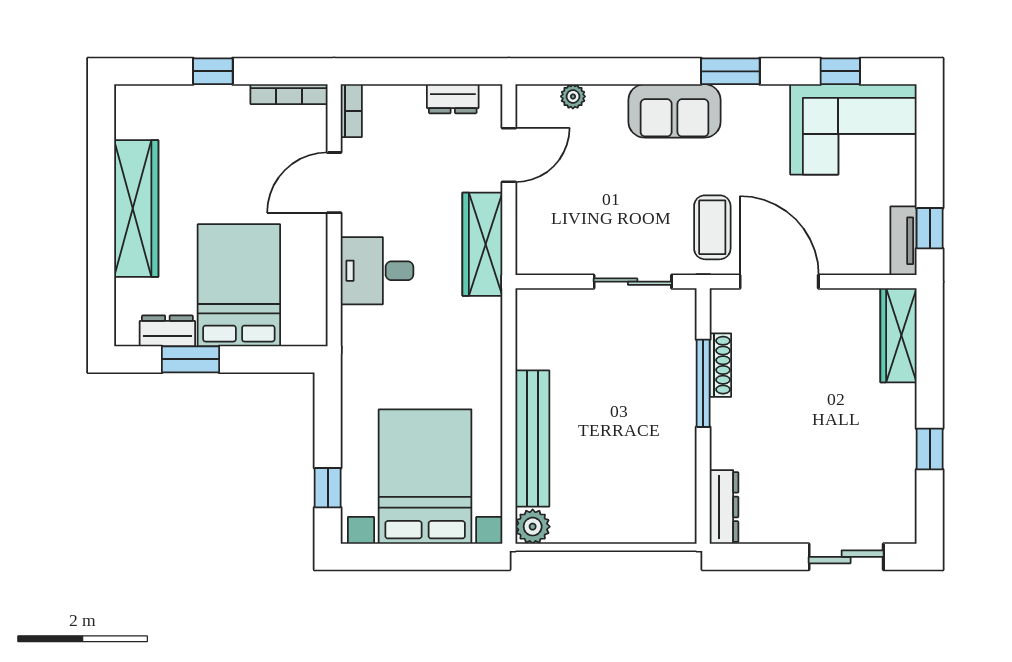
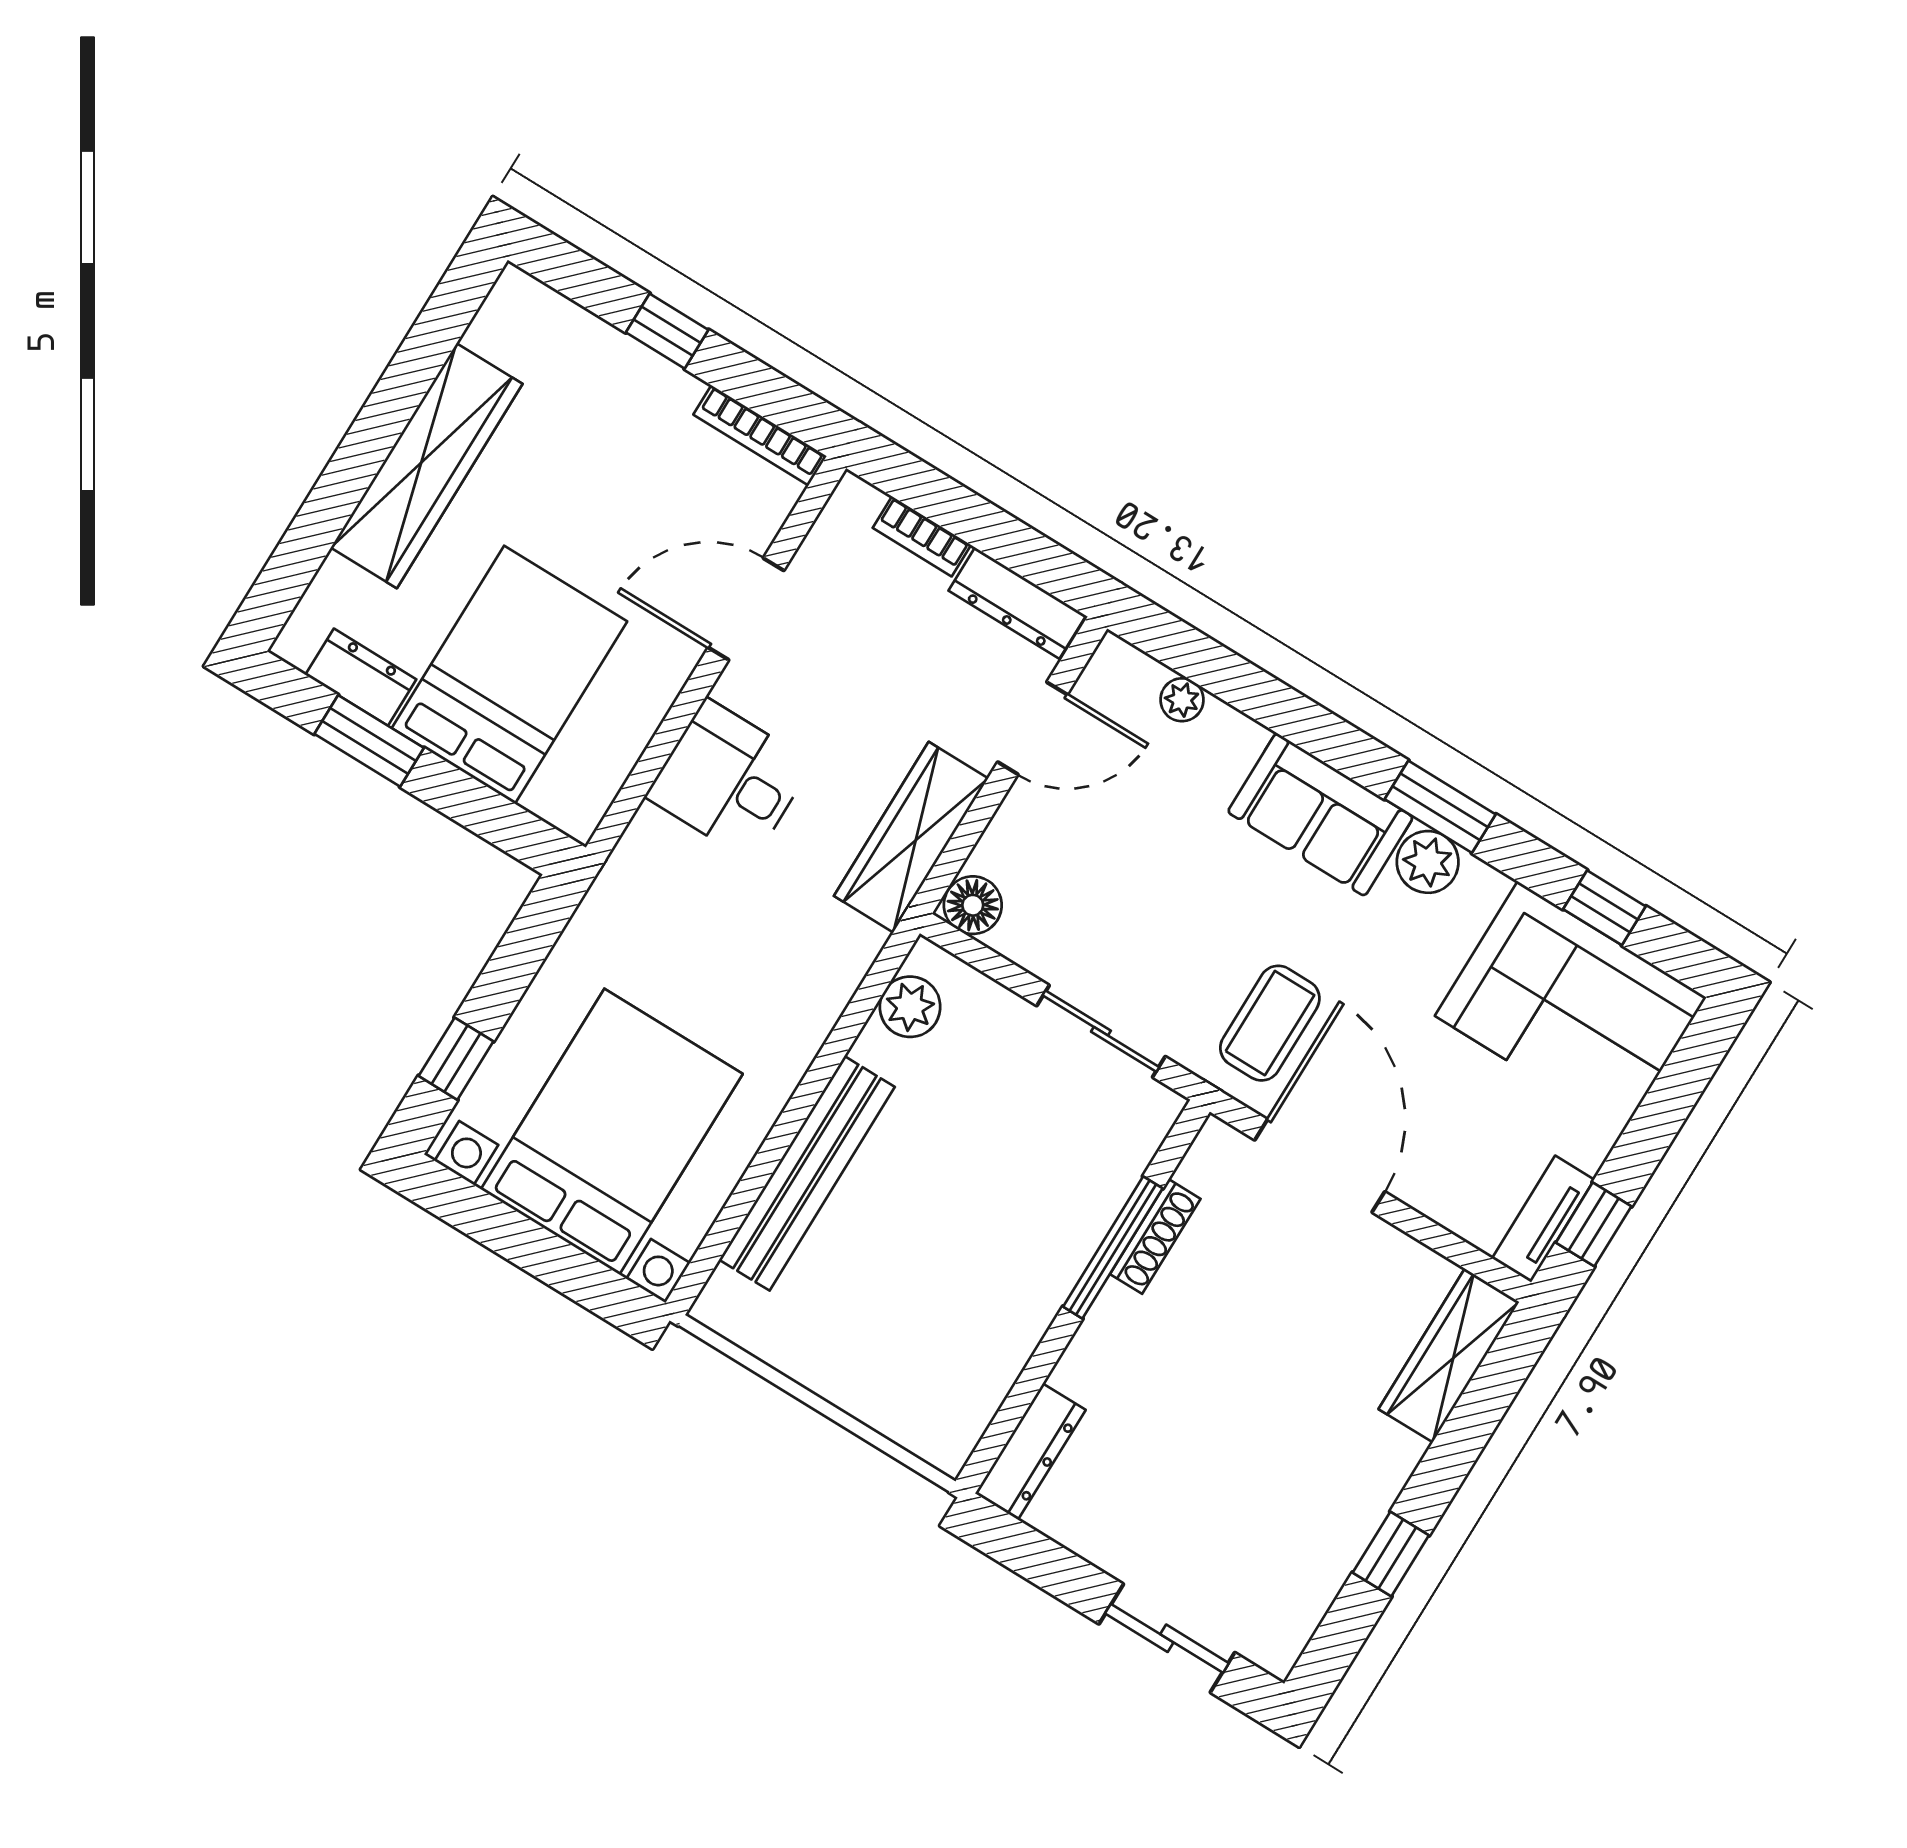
dresser: (453, 99) -> (1017, 603), width x1.44
plant: (741, 102) -> (1428, 862), added
bookcase: (351, 111) -> (922, 536), moved, turned 90
floor lamp: (533, 259) -> (973, 905), added
plant: (533, 527) -> (910, 1007), moved

